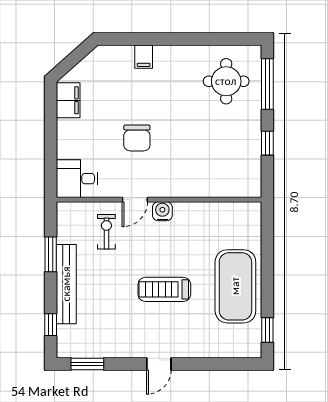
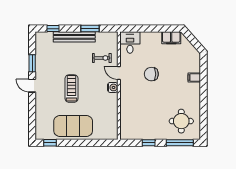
window: (87, 364) -> (32, 63), moved

